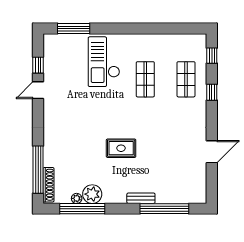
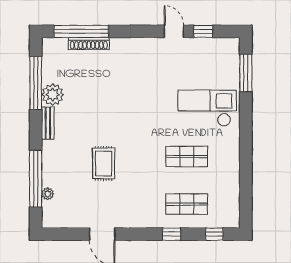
rug: (121, 148) -> (104, 163), moved
shoe rack: (48, 185) -> (89, 44), moved
plant: (77, 198) -> (48, 194), moved
bench: (141, 198) -> (48, 123), moved

